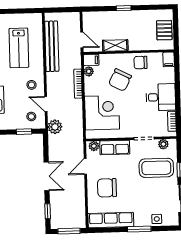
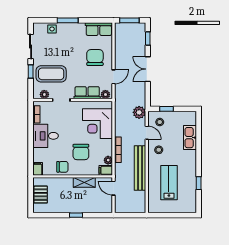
bench: (52, 46) -> (140, 168), moved
chair: (120, 80) -> (81, 152), turned 153
chair: (107, 188) -> (95, 58), turned -90
row of seats: (111, 220) -> (99, 29), width x0.68

